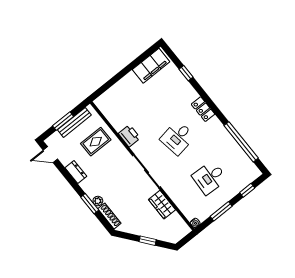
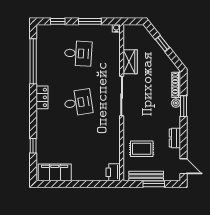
locker: (203, 109) -> (42, 97), moved
printer: (129, 136) -> (113, 172), moved

